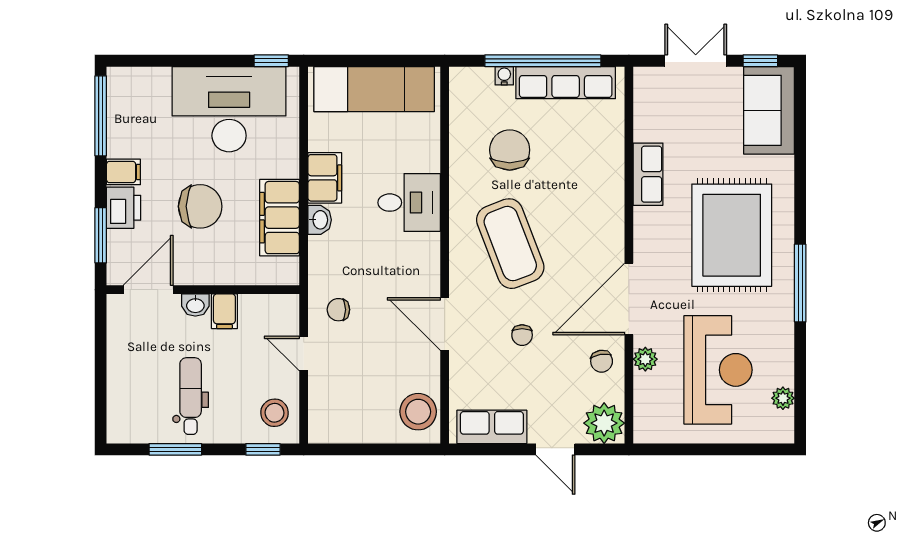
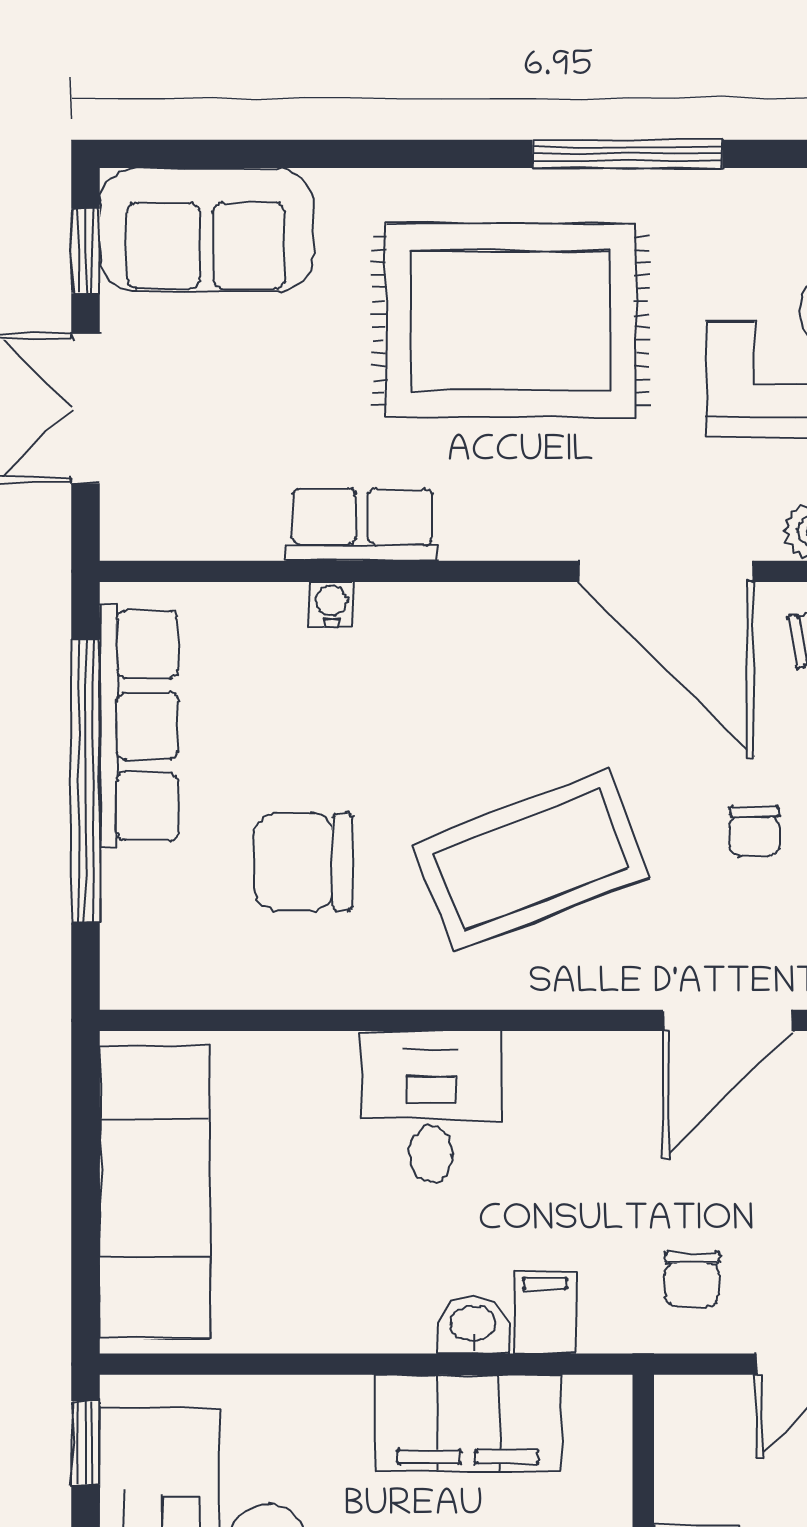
water cooler: (504, 76) -> (331, 604), moved, turned 90
filing cabinet: (325, 178) -> (545, 1313), moved, width x0.50
chair: (522, 335) -> (754, 832), turned 90

